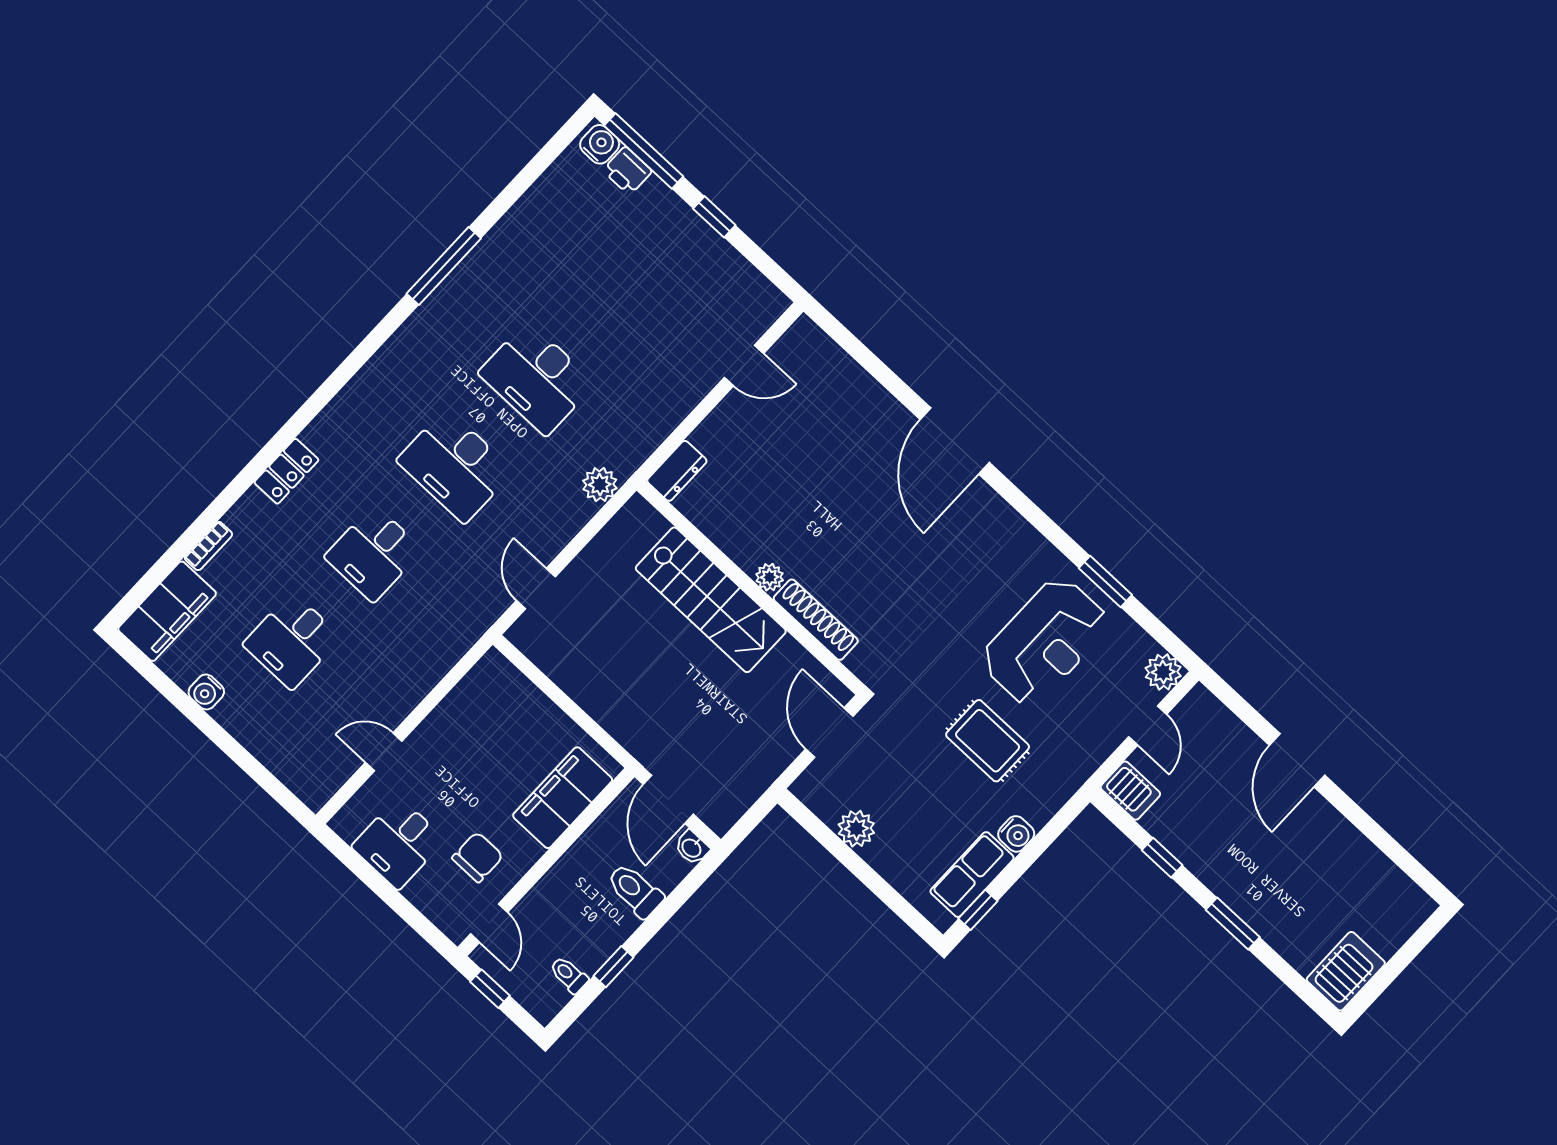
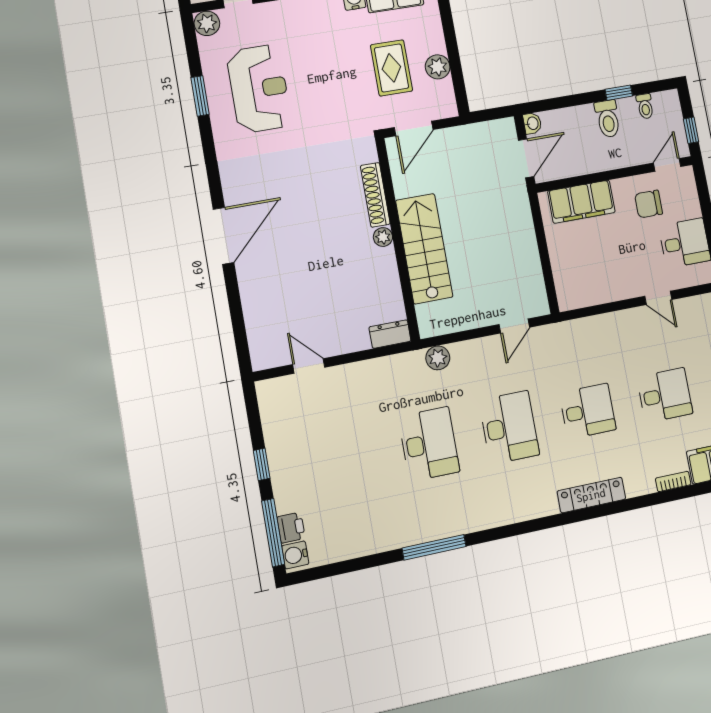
locker: (286, 471) -> (591, 495), width x1.53
reception desk: (1045, 642) -> (259, 89), turned 90
rug: (988, 741) -> (391, 68), moved
toilet: (635, 890) -> (608, 119), moved

